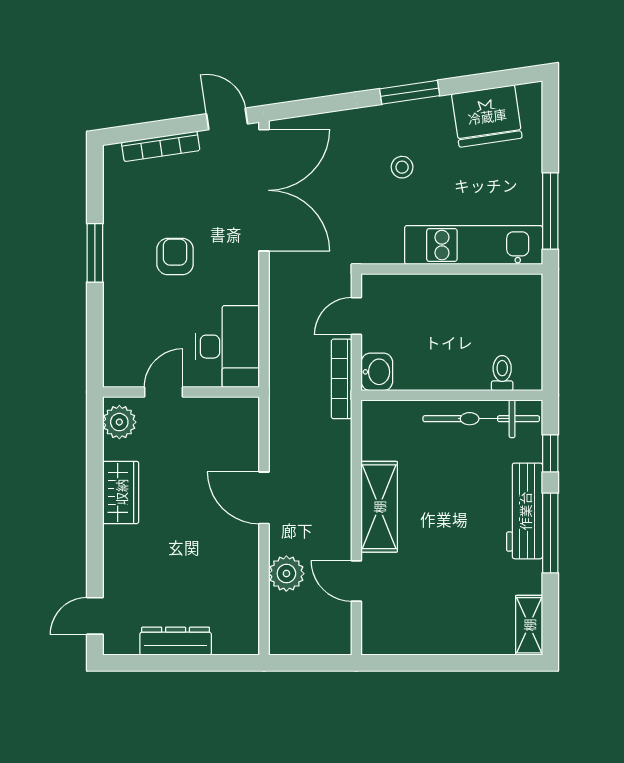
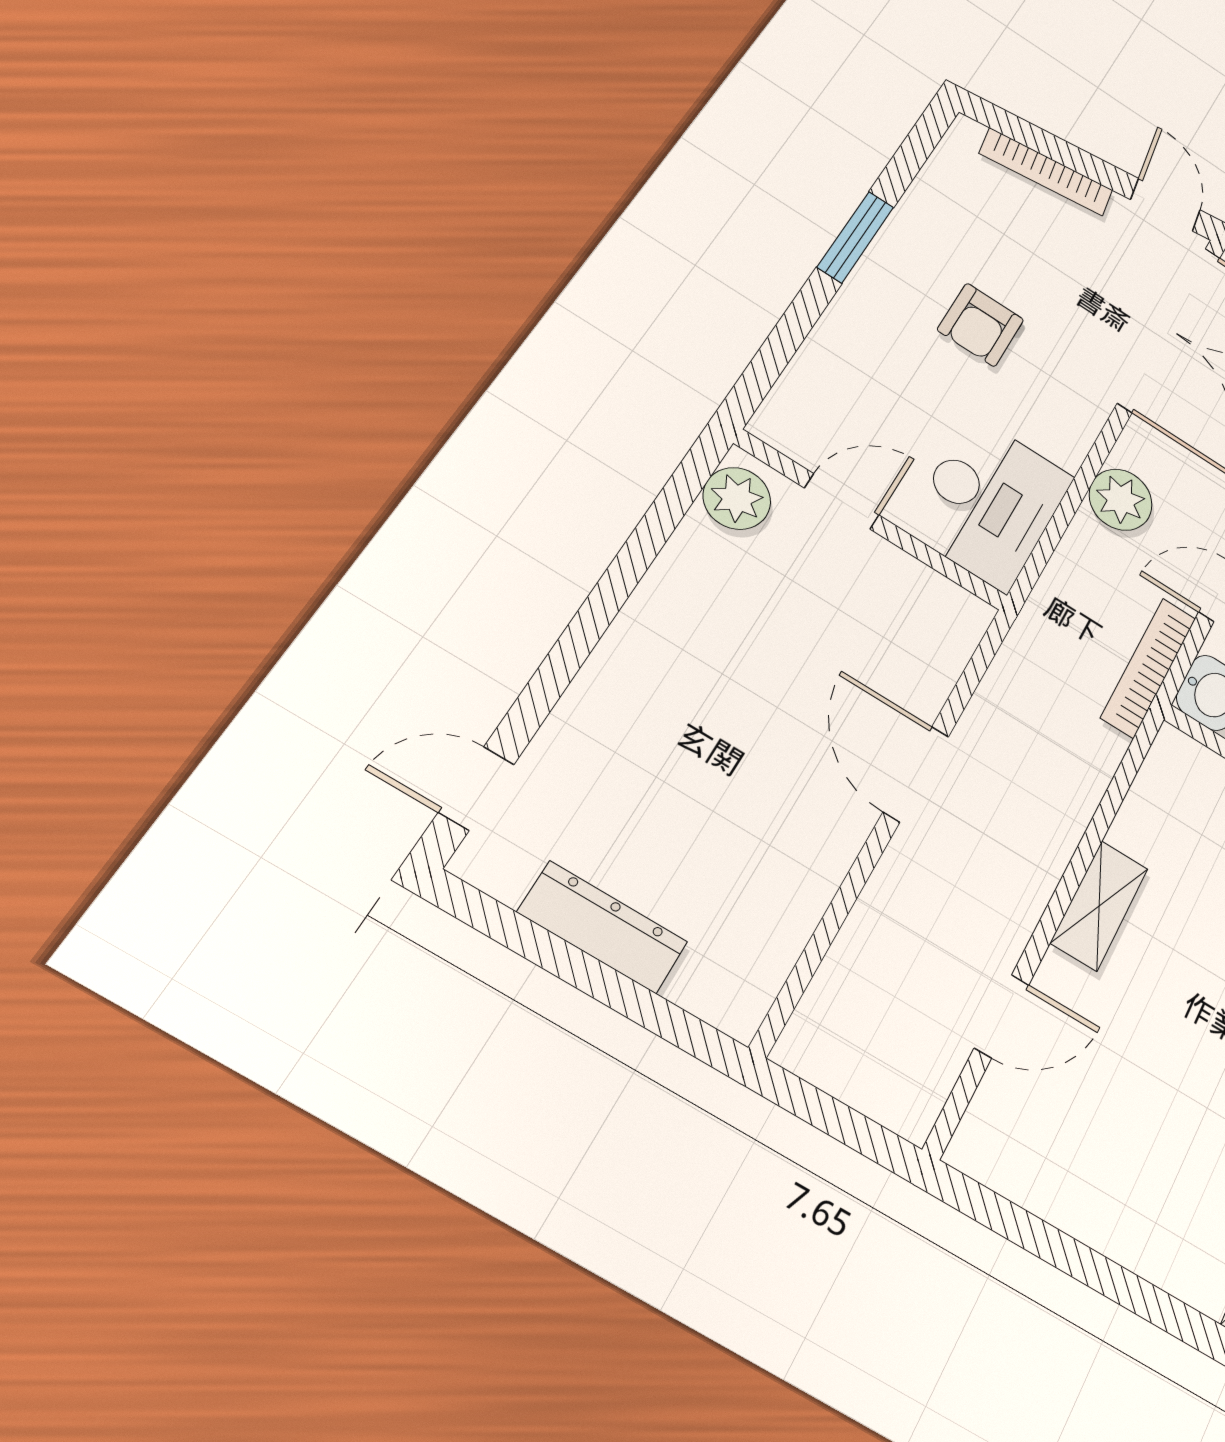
armchair: (175, 257) -> (981, 325), turned 180
wardrobe: (121, 492) -> (666, 609), removed
shelving: (379, 507) -> (1099, 906), width x0.67, depth x0.75
plant: (286, 574) -> (1121, 500), moved
door: (356, 581) -> (1002, 1016), swing flipped

